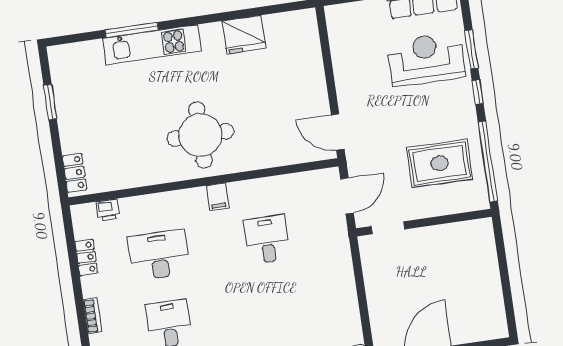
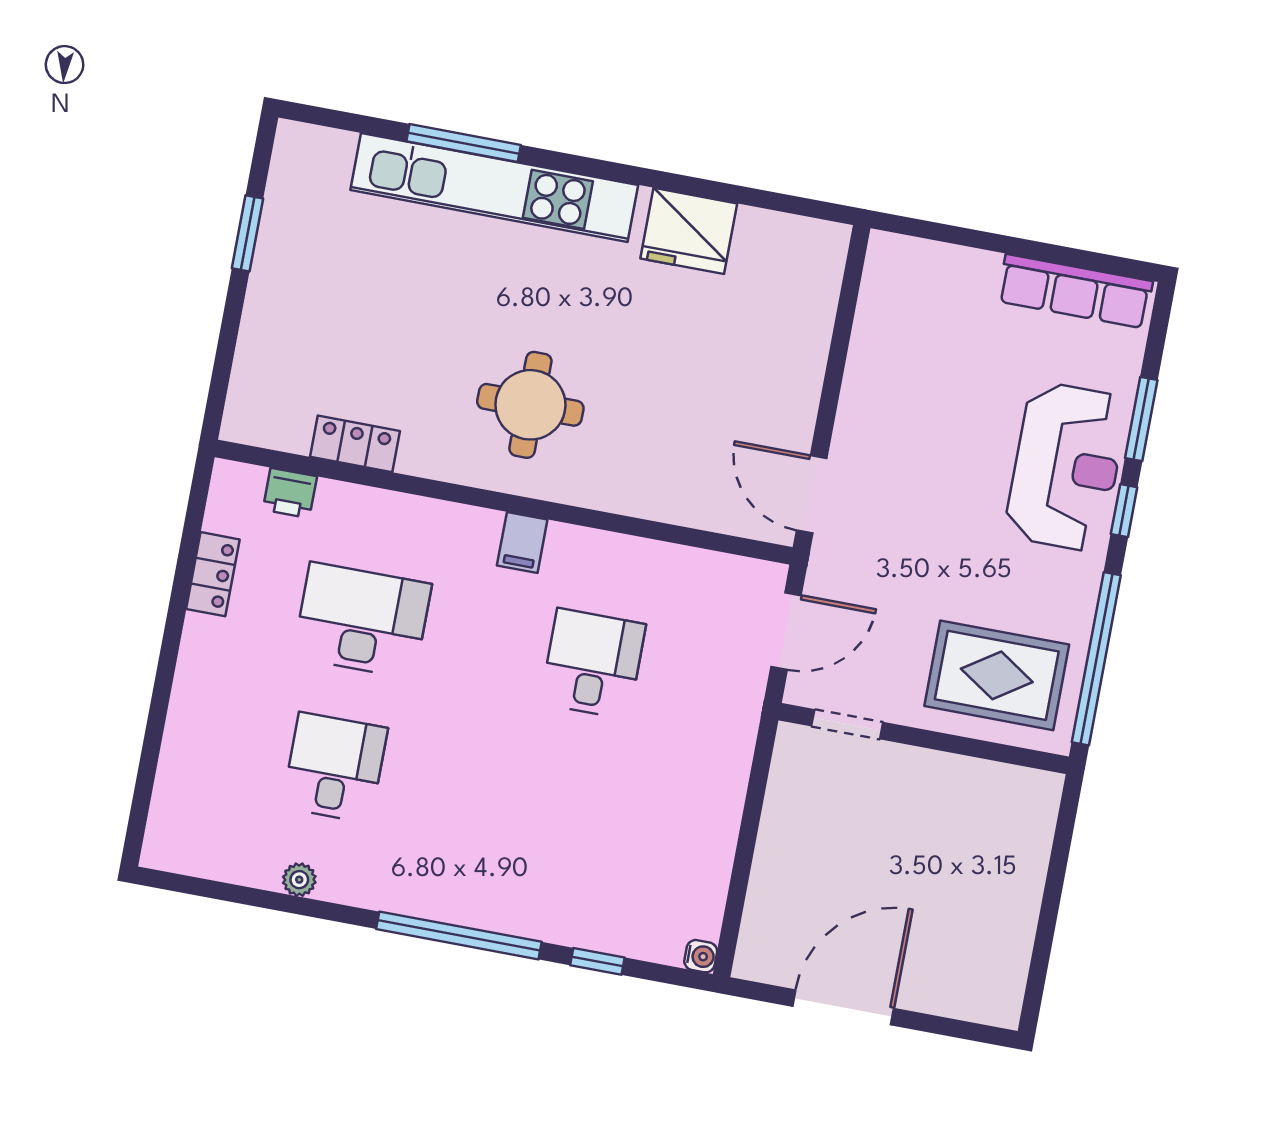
kitchen unit: (152, 45) -> (494, 187), width x1.36
reception desk: (426, 59) -> (1066, 467), moved, turned 90
round table: (200, 135) -> (530, 405), width x0.73, depth x0.73
rug: (440, 163) -> (997, 675), moved
locker: (75, 173) -> (355, 444), moved, turned -90
bookcase: (92, 316) -> (185, 697), removed

